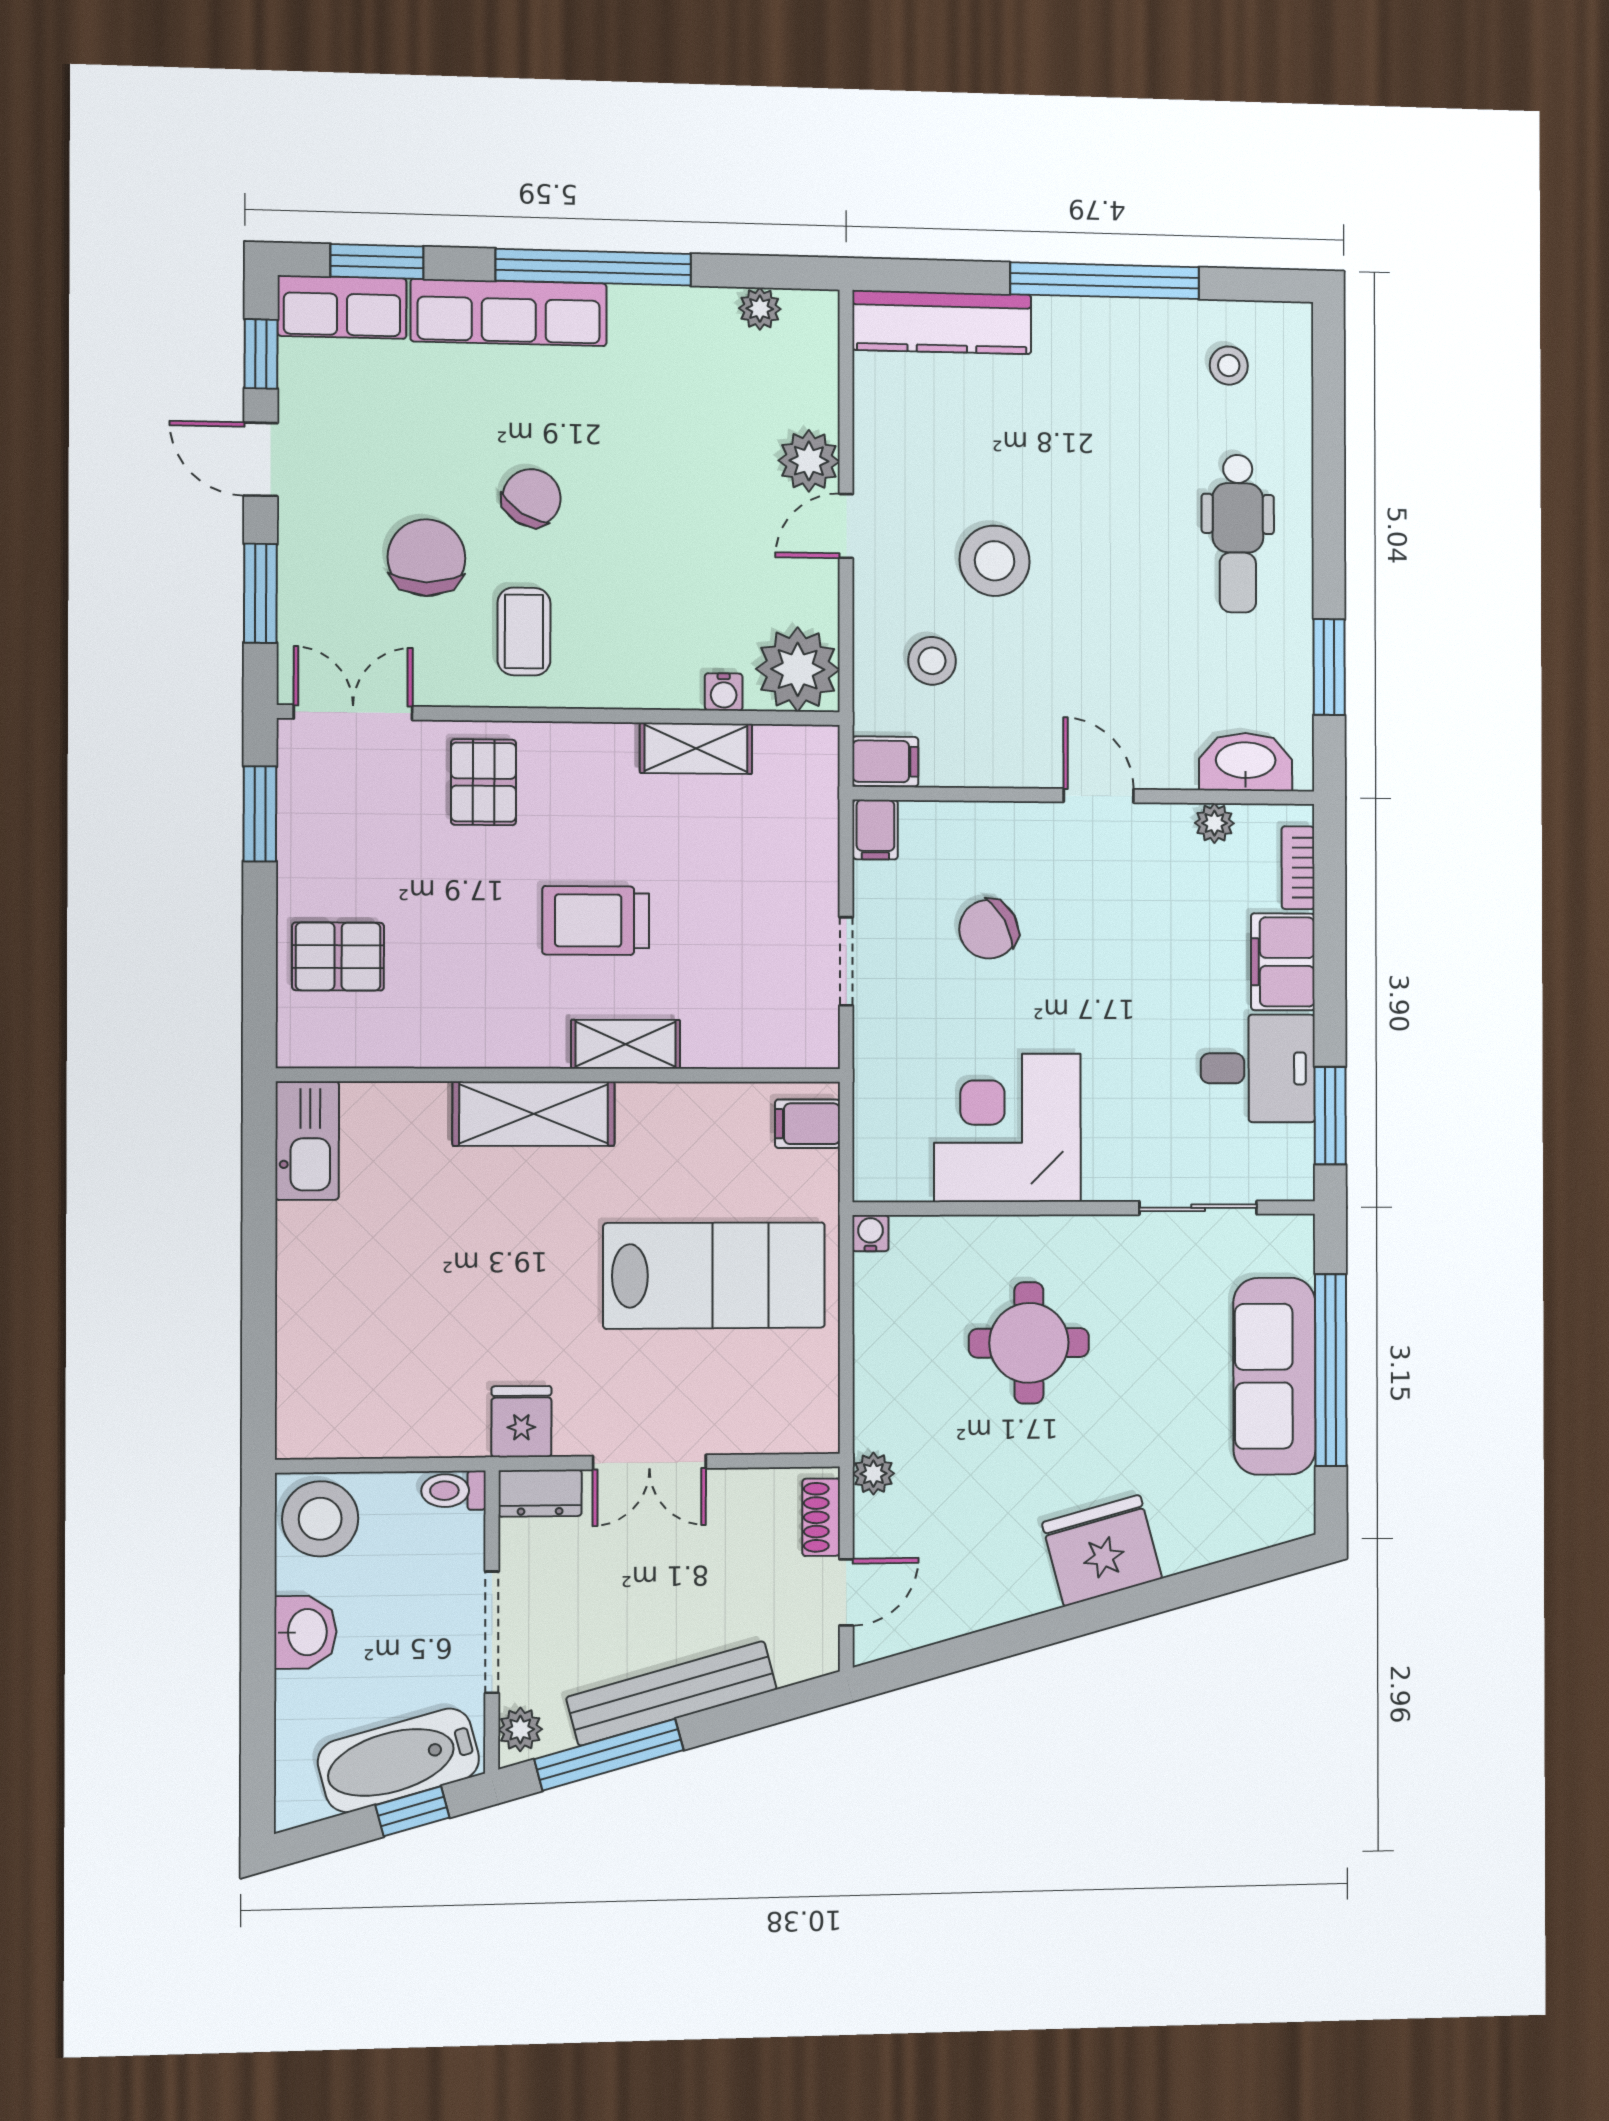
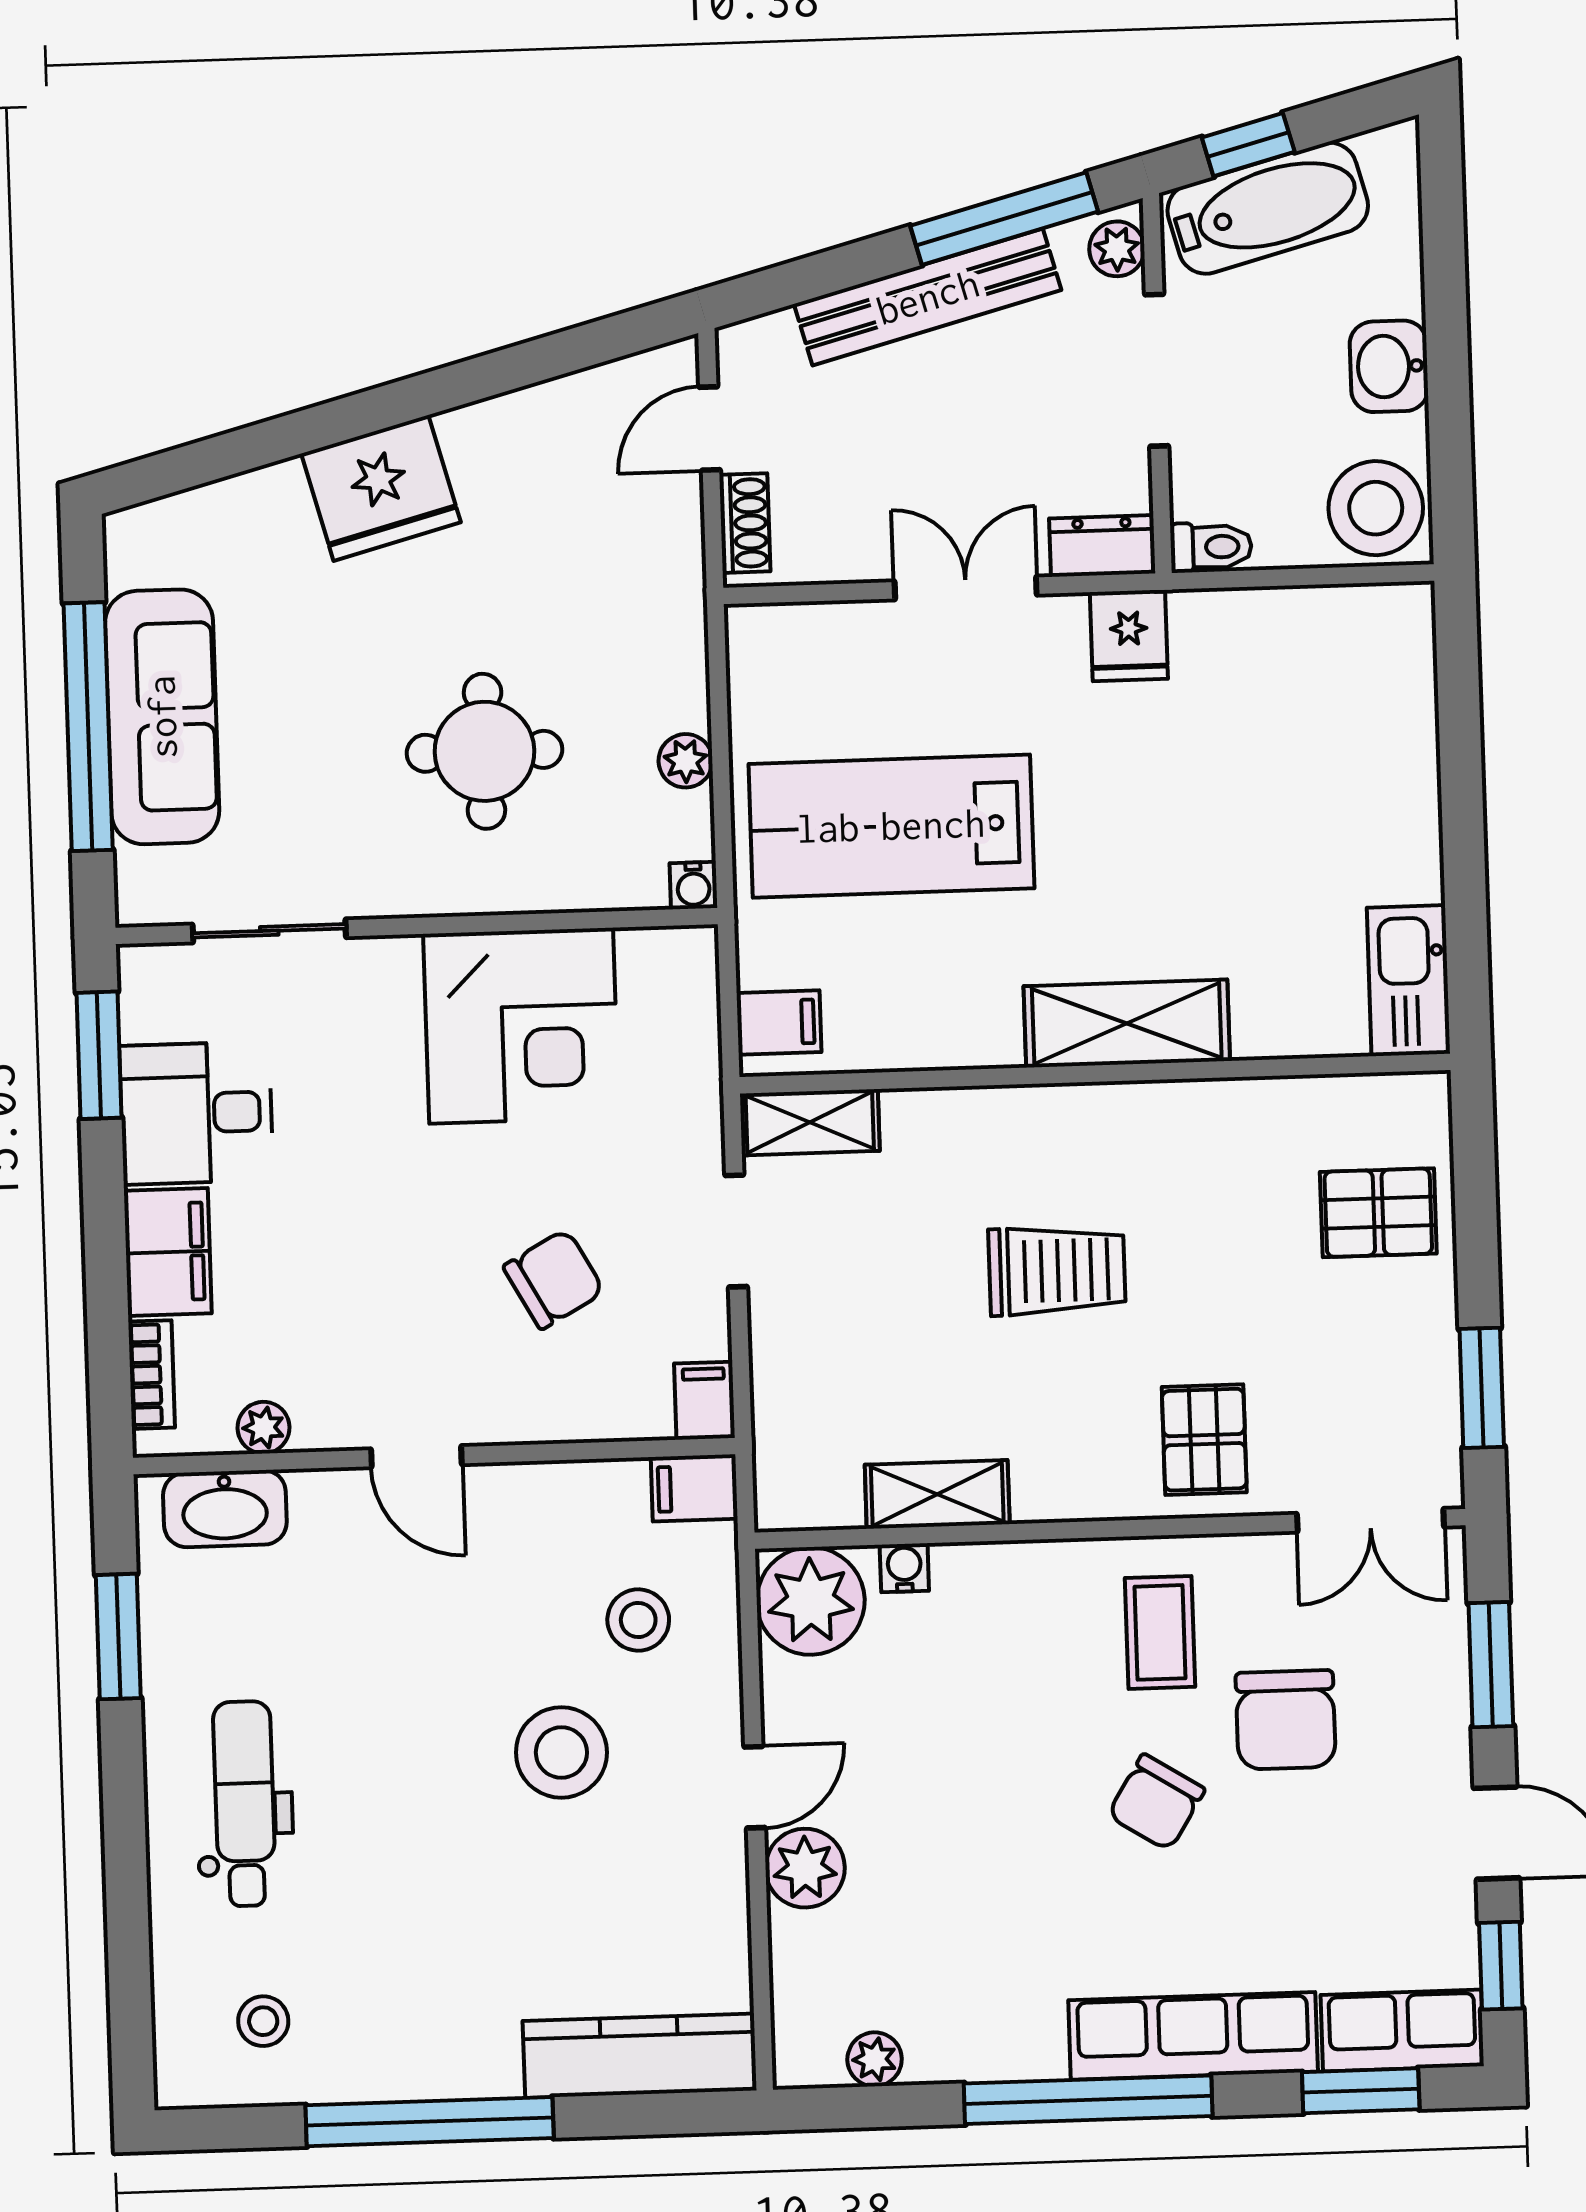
shelving: (626, 1044) -> (810, 1122), moved
plant: (873, 1474) -> (686, 761), moved

